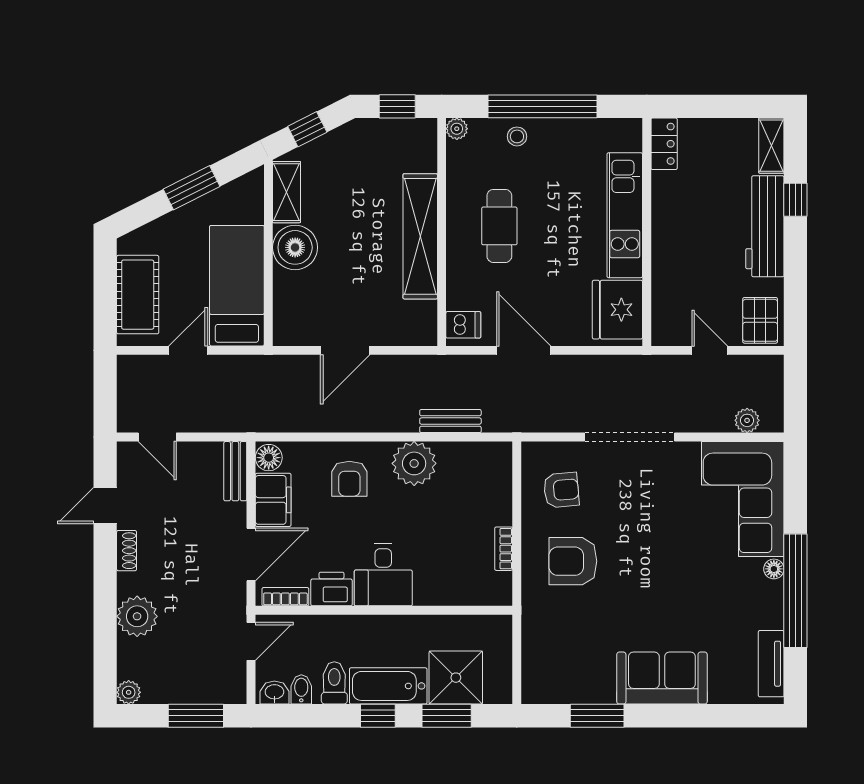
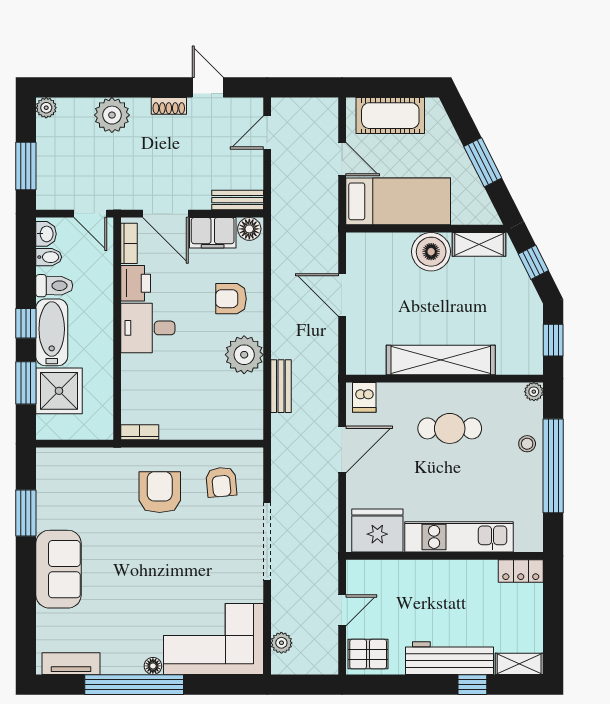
bookcase: (504, 549) -> (140, 432), moved

